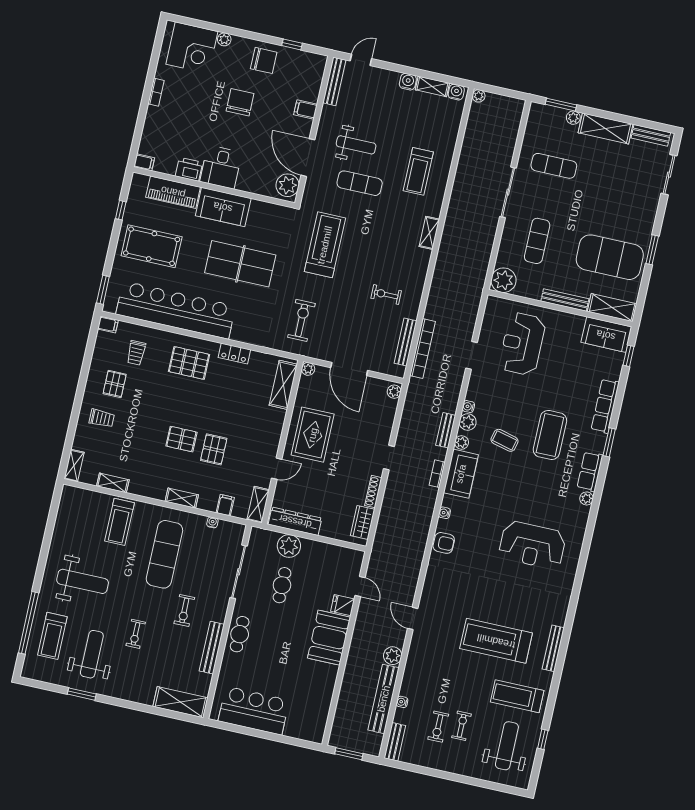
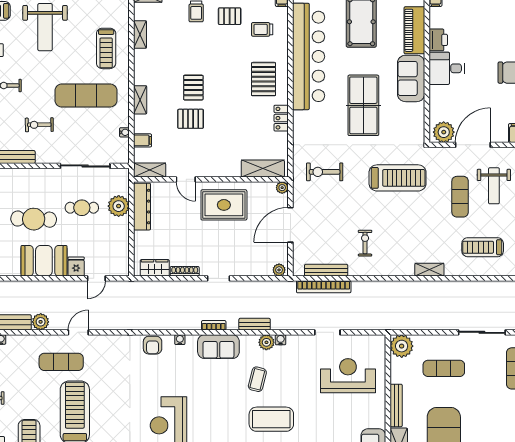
exercise bike: (301, 320) -> (325, 172), turned 180
plant: (462, 442) -> (247, 341), removed
treadmill: (119, 522) -> (106, 48), turned -90
cafe table: (240, 634) -> (34, 219), moved, width x1.37, depth x1.35
exercise mat: (440, 643) -> (61, 362), added

